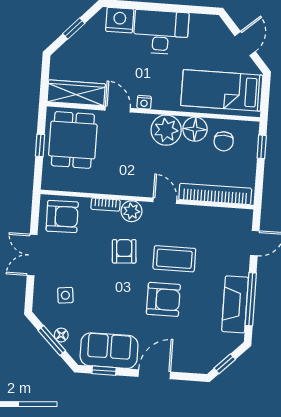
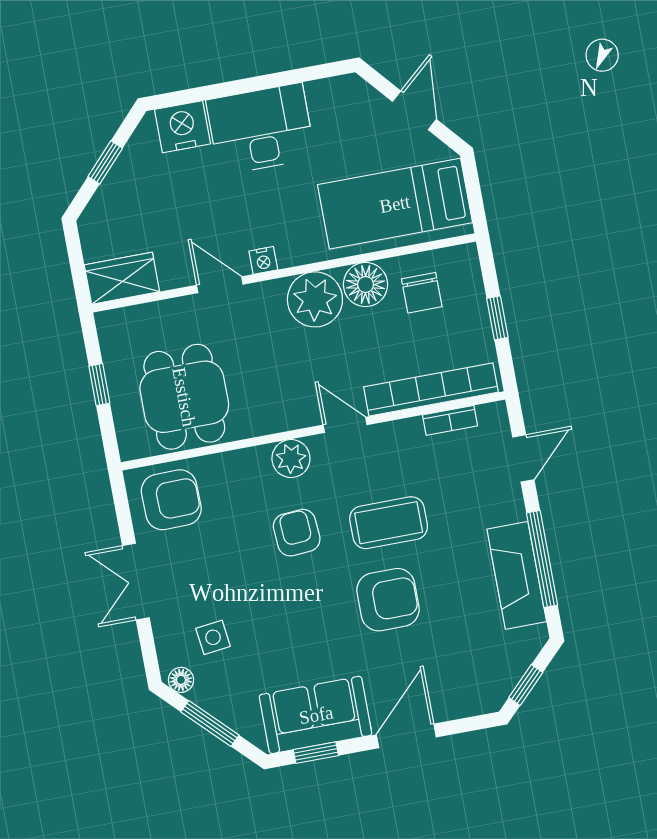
wardrobe: (76, 93) -> (122, 278), width x0.67
dining table: (73, 140) -> (184, 397), moved
window: (262, 147) -> (497, 318), moved
bookcase: (106, 205) -> (450, 420), moved
floor lamp: (61, 335) -> (181, 680), moved

